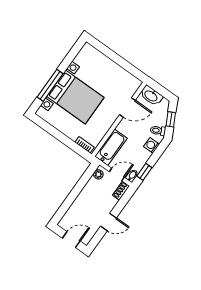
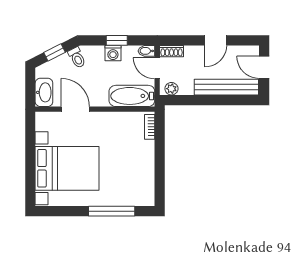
bed with nightstands: (75, 97) -> (67, 168), moved, turned 90
washing machine: (152, 145) -> (113, 53), moved
window: (144, 172) -> (117, 40), moved
bench: (76, 208) -> (226, 87), added
door: (108, 222) -> (216, 40), swing flipped

